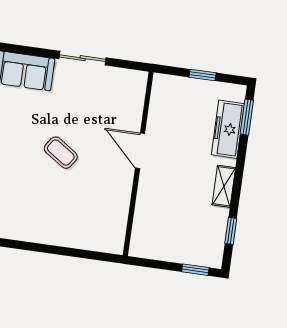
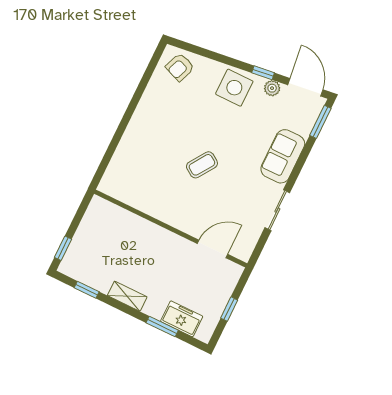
window: (247, 117) -> (162, 326), moved
freezer: (228, 129) -> (182, 319), width x0.71
door: (140, 151) -> (212, 249), moved

